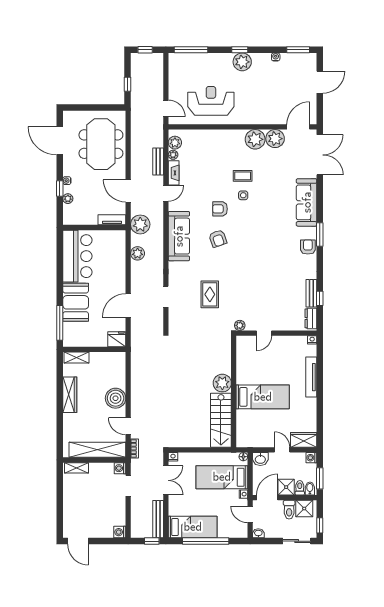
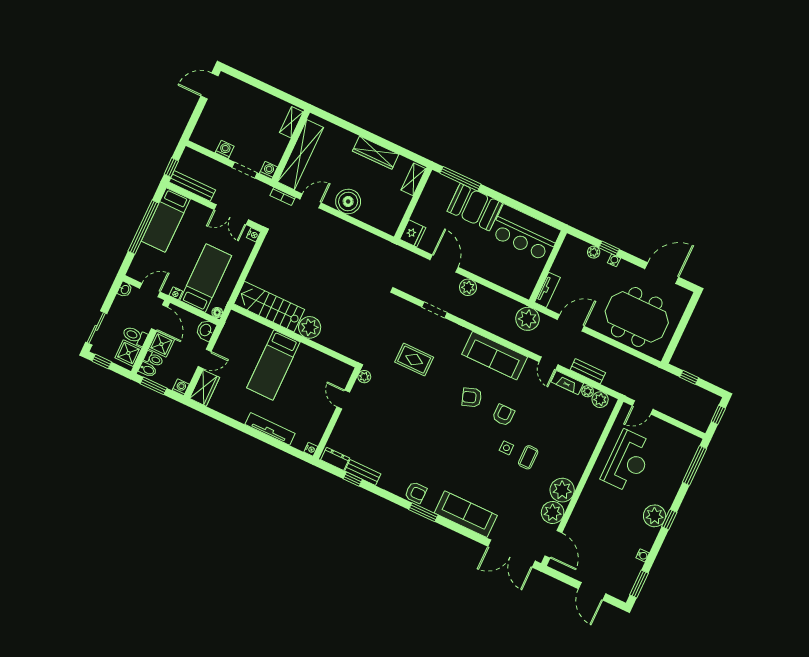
plant: (138, 253) -> (468, 287), moved
washing machine: (120, 532) -> (225, 149), moved

